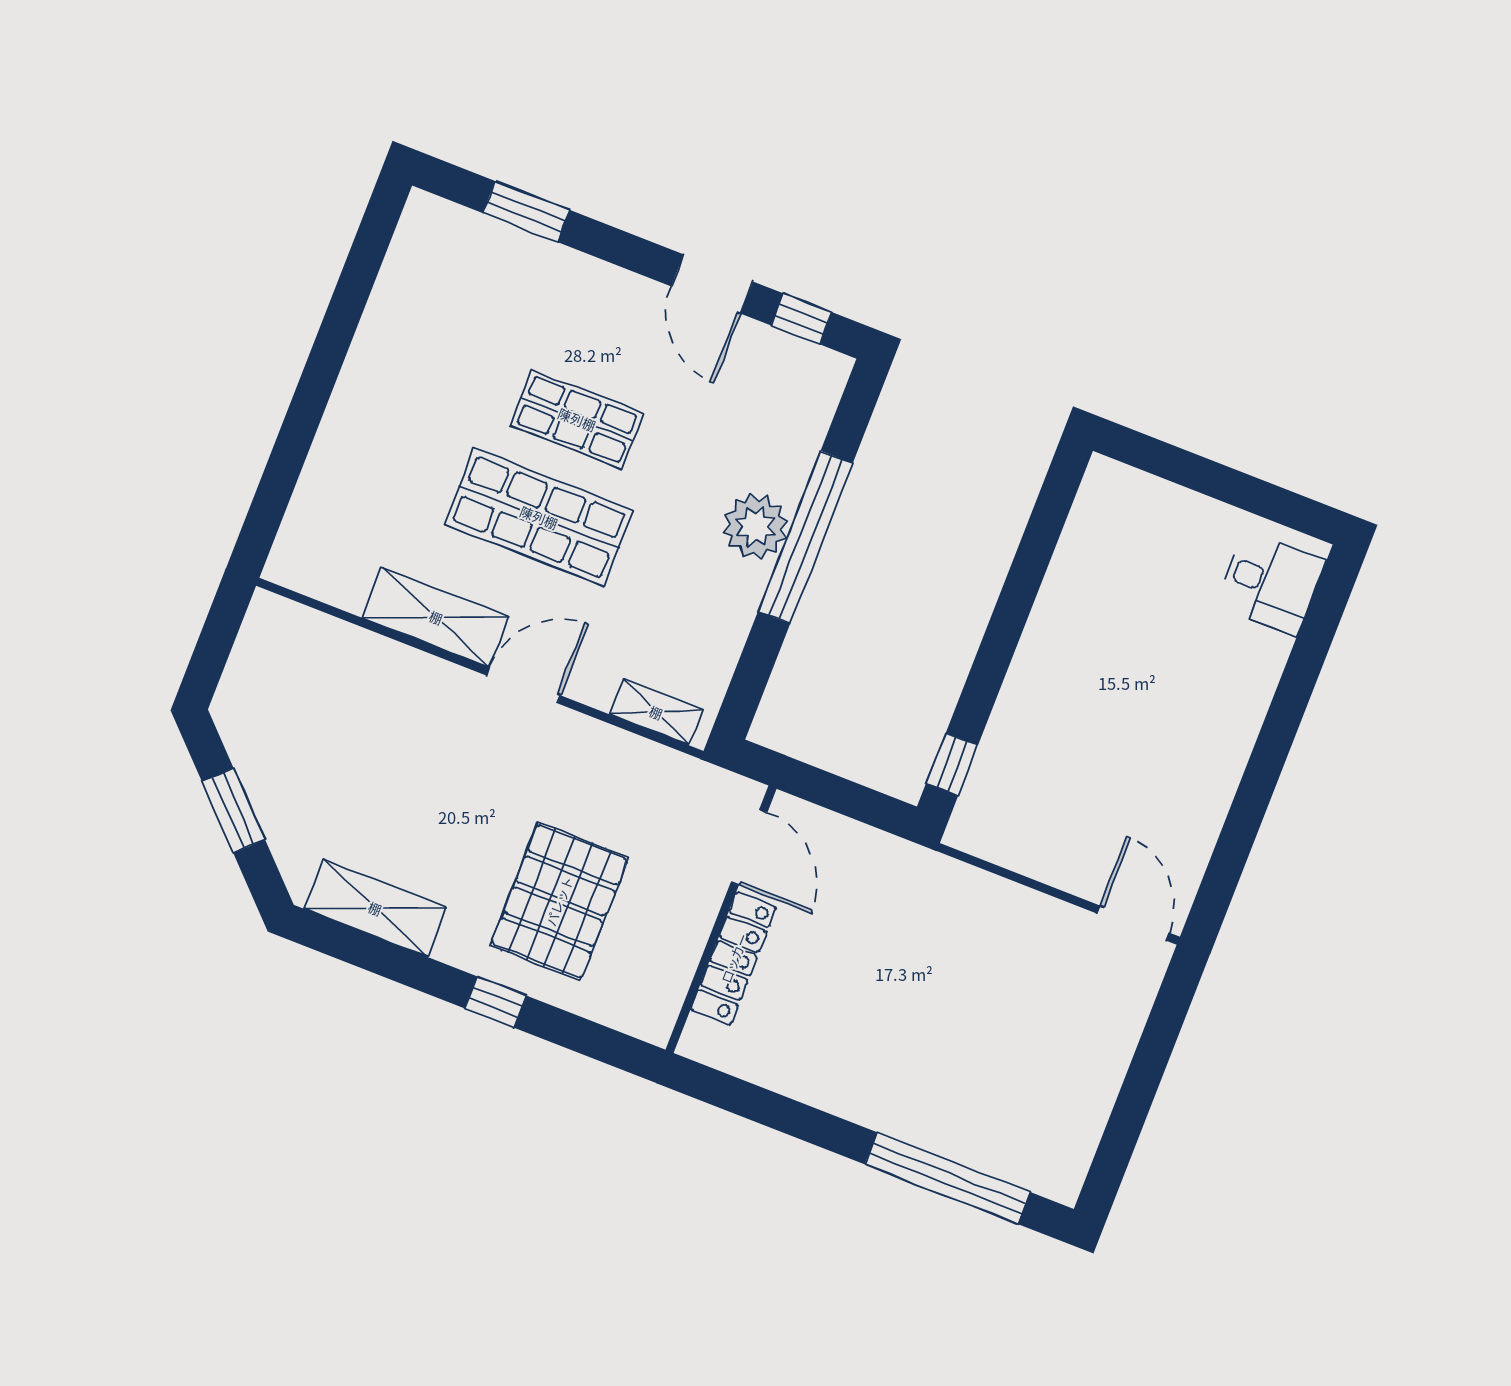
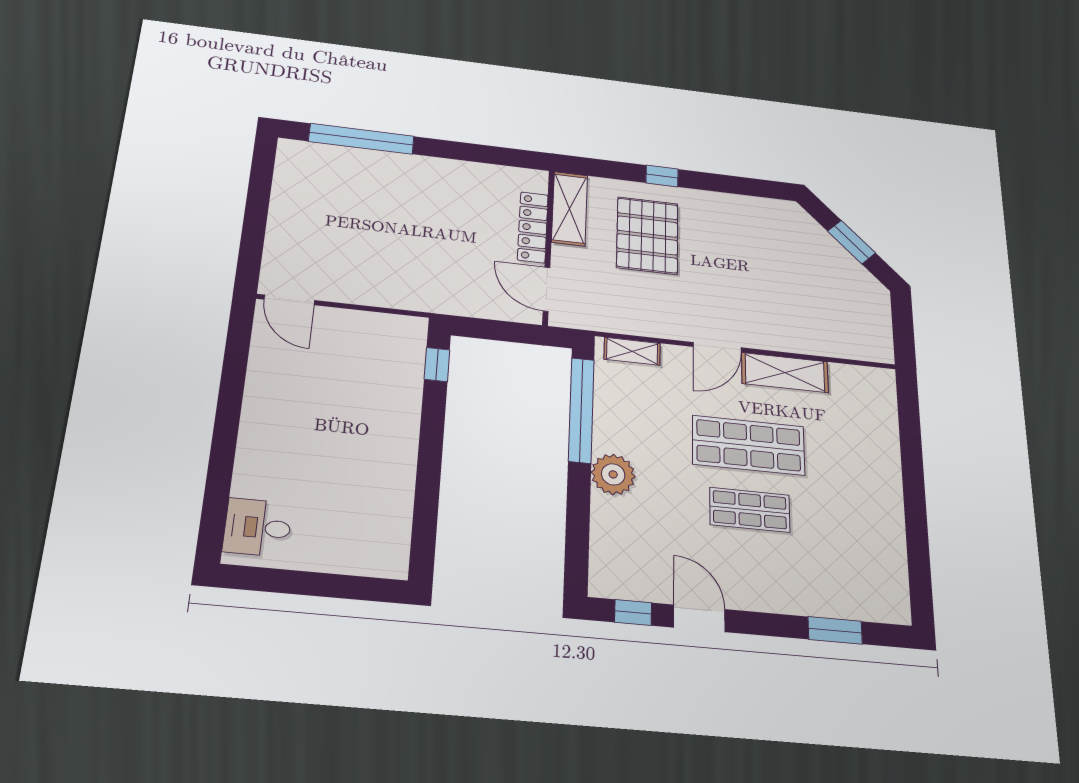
window: (805, 537) -> (581, 410), moved
shelving: (375, 908) -> (570, 209), moved, turned 90

